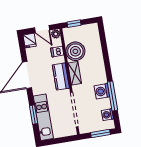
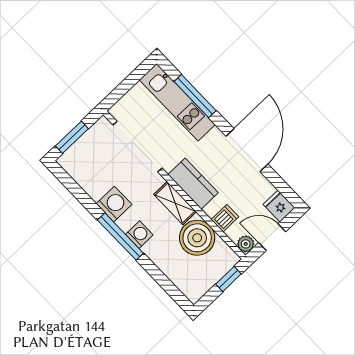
window: (112, 96) -> (120, 237), moved
window: (34, 115) -> (195, 96), width x1.44
washing machine: (107, 115) -> (139, 235), moved

